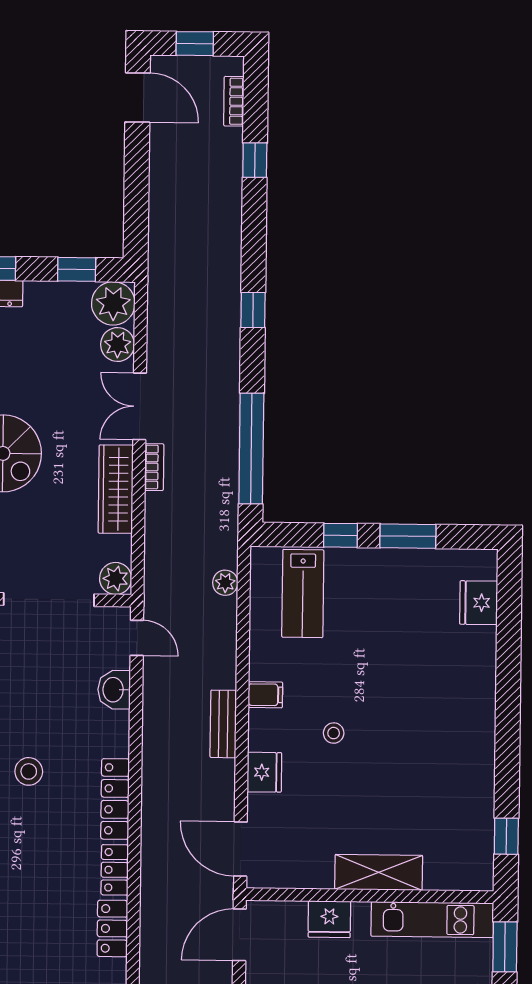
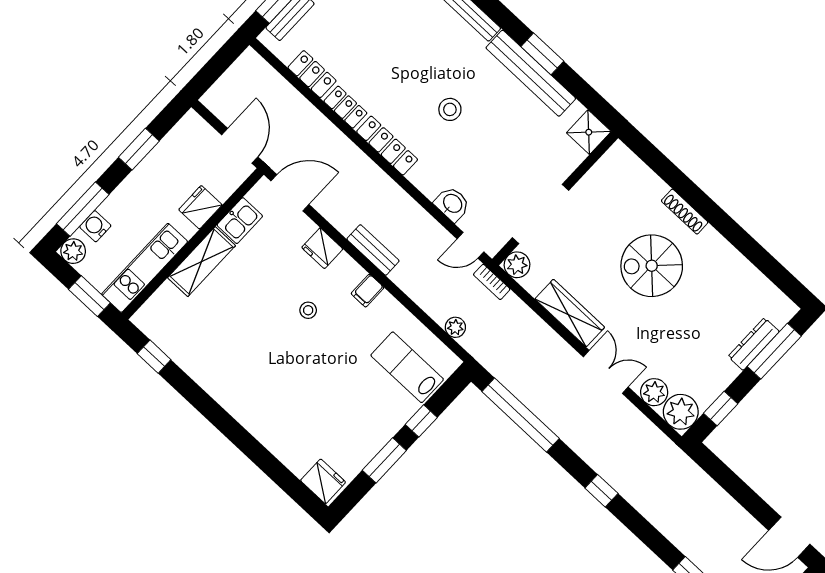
bookcase: (154, 467) -> (492, 282), moved
fridge: (479, 603) -> (323, 481), moved
kitchen sink: (308, 872) -> (240, 221), added

